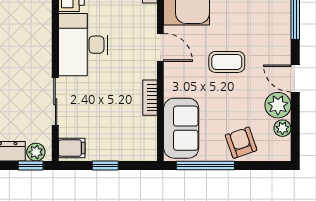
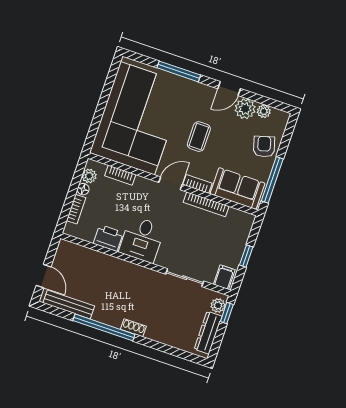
desk: (83, 45) -> (142, 239), width x0.73
bookcase: (171, 79) -> (197, 184), added
bookcase: (150, 98) -> (206, 204), width x1.56
armchair: (241, 143) -> (264, 147), turned 93

